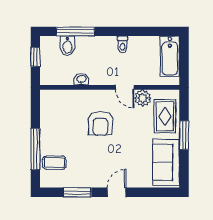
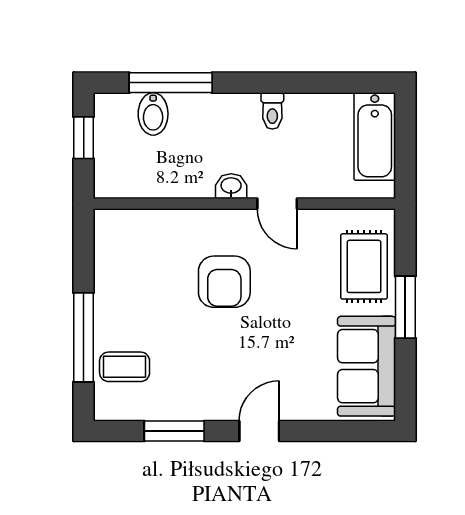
washbasin: (81, 79) -> (231, 186), moved
plant: (143, 98) -> (316, 227), removed

